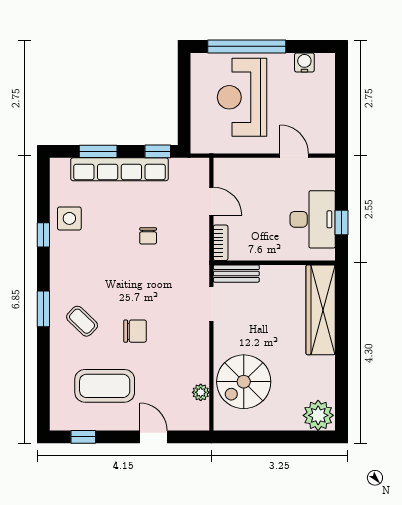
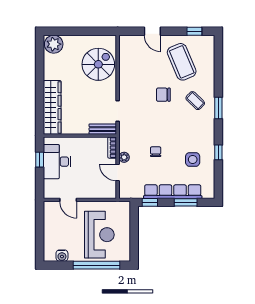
side table: (69, 218) -> (193, 159), moved
coffee table: (105, 386) -> (182, 62), turned 67
plant: (201, 392) -> (124, 157), moved

